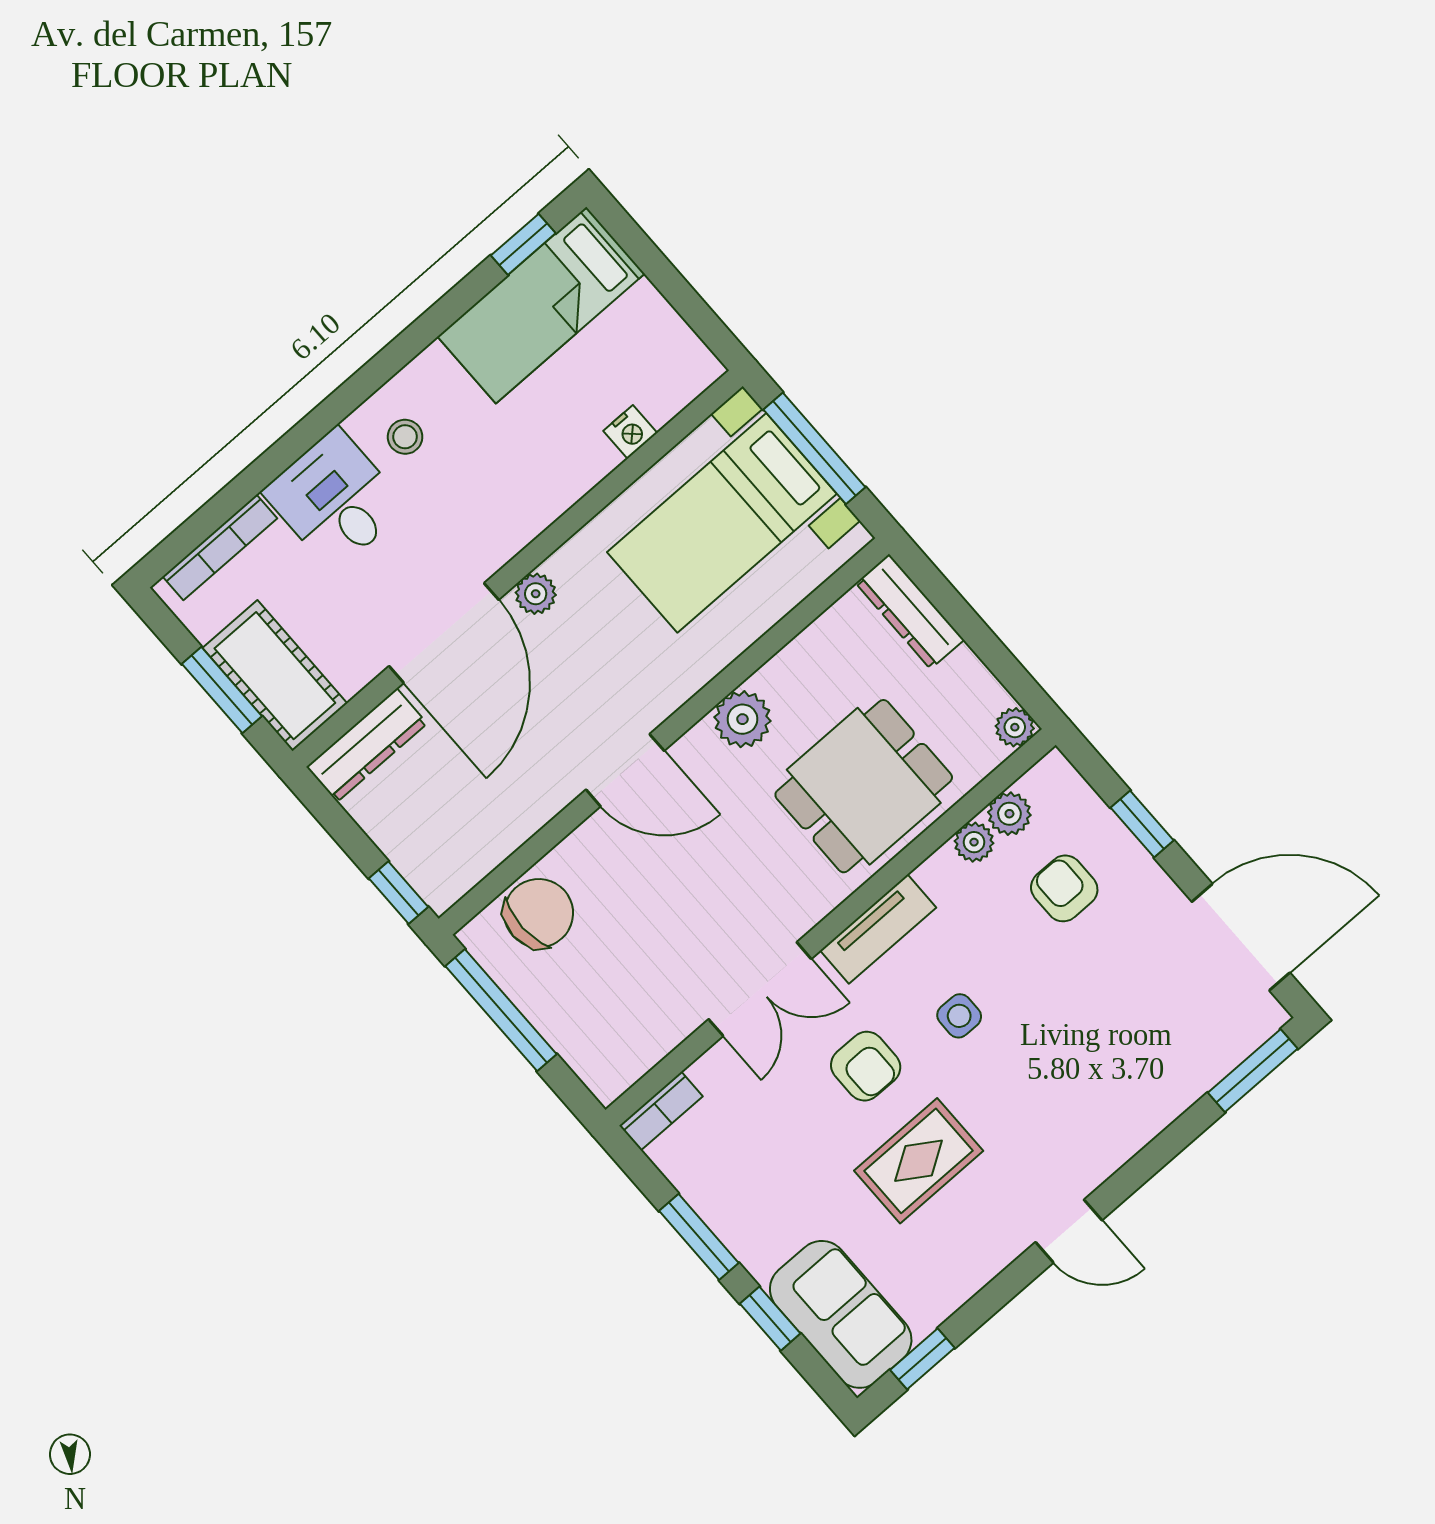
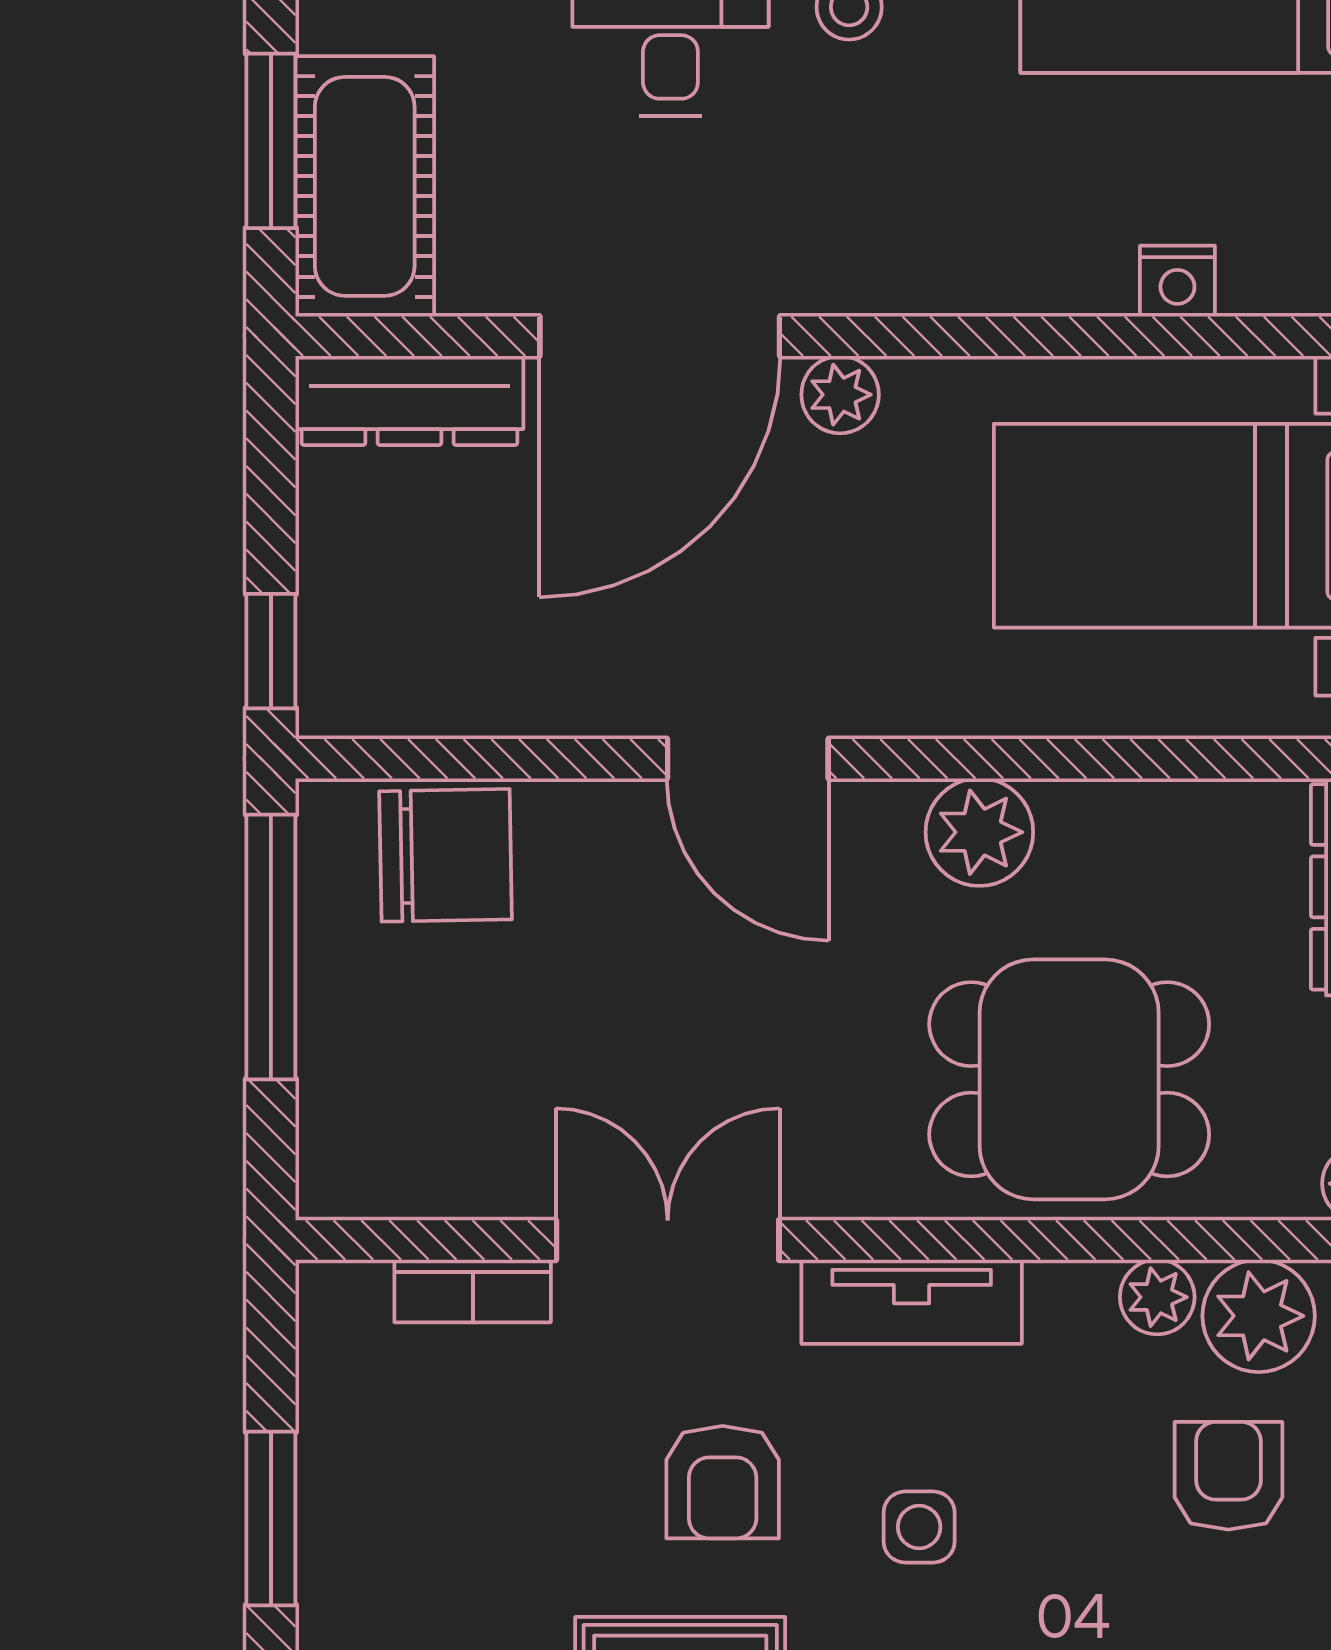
plant: (1009, 814) -> (1259, 1316), width x1.38, depth x1.38
double door: (760, 989) -> (668, 1240), swing flipped
bookcase: (661, 1111) -> (473, 1291), moved

